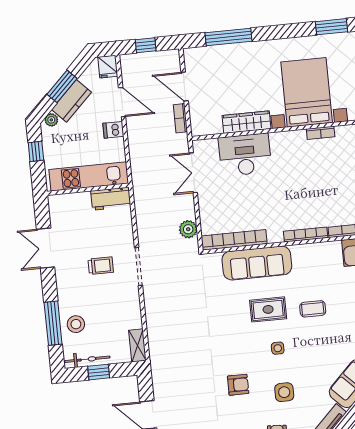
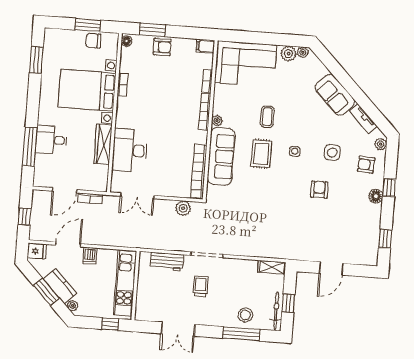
desk: (241, 61) -> (51, 140), added
window: (36, 151) -> (110, 324), moved
workbench: (111, 199) -> (167, 262), moved, turned 90
plant: (298, 251) -> (217, 121), added

